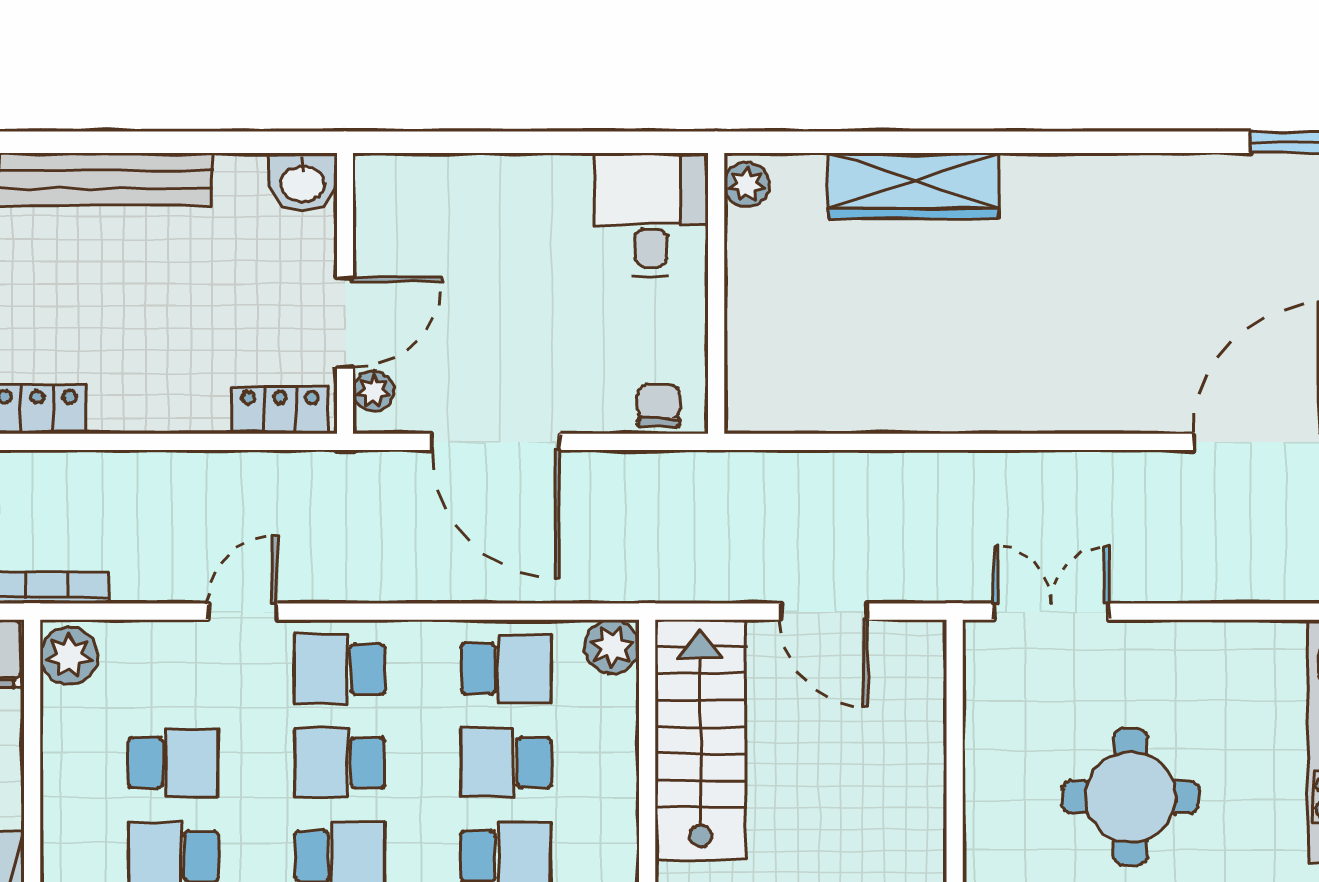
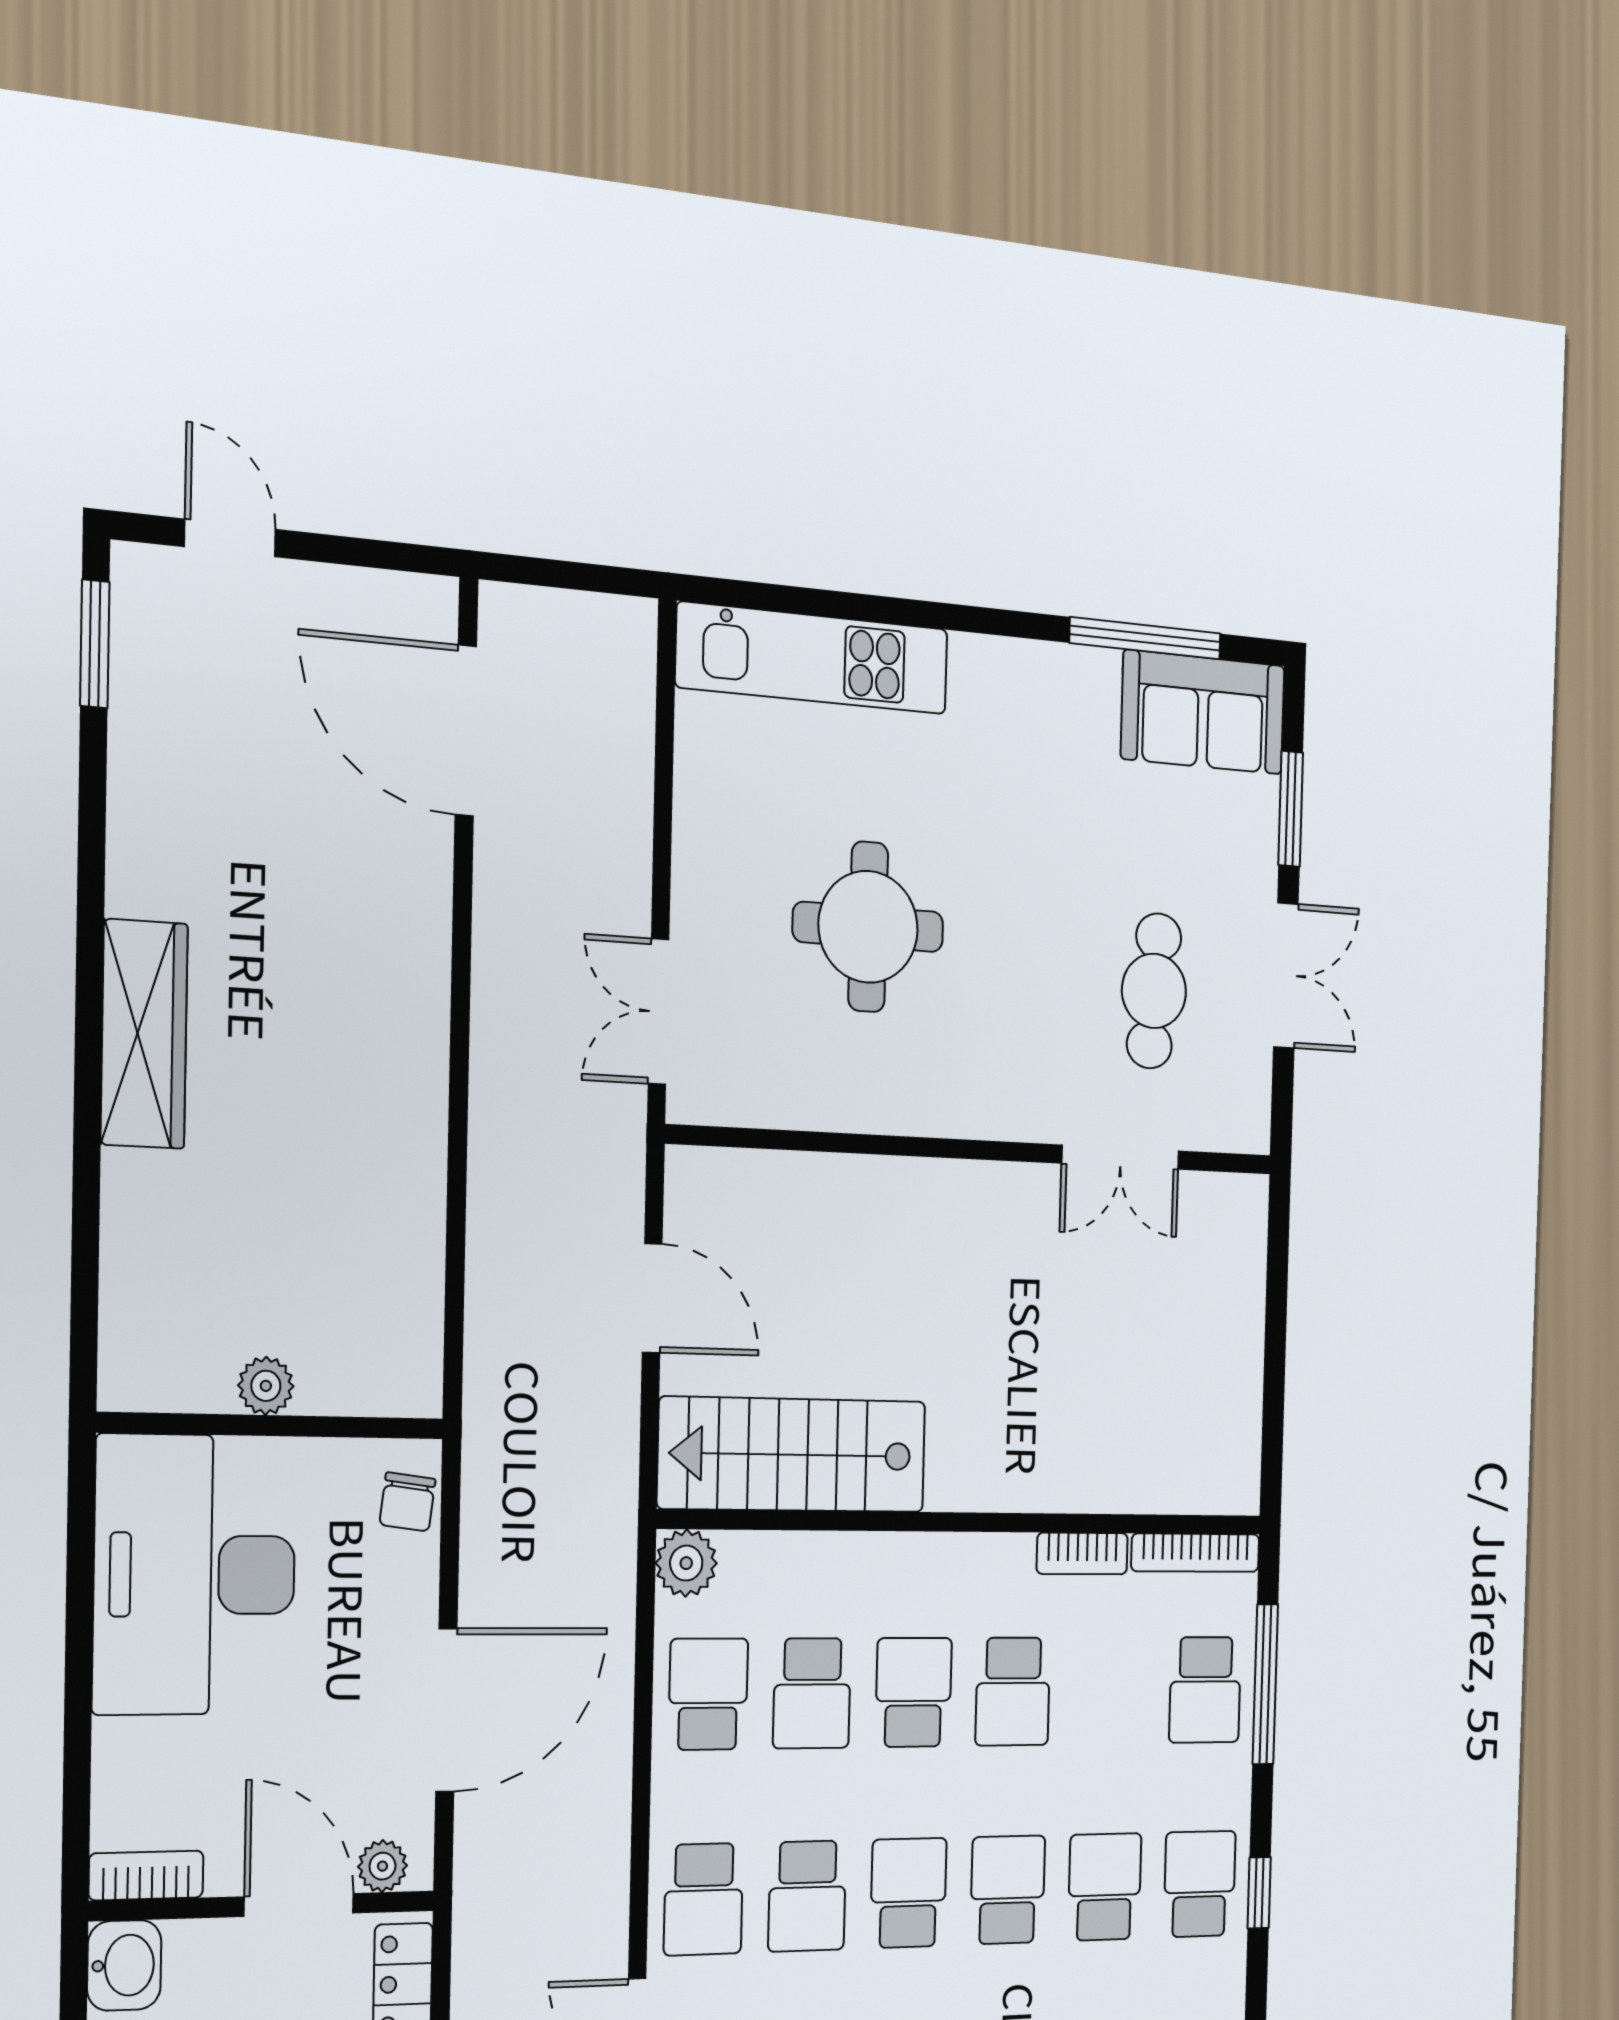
plant: (747, 184) -> (266, 1386), moved
wardrobe: (913, 186) -> (144, 1034), moved
bookcase: (371, 198) -> (146, 1875), added
desk: (651, 215) -> (195, 1575), width x1.87, depth x1.30
chair: (659, 406) -> (407, 1502), turned -83
door: (824, 612) -> (652, 1298), hinge flipped

